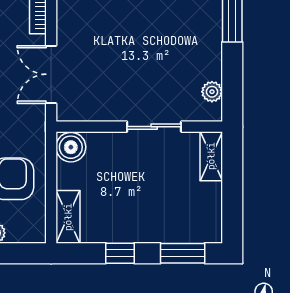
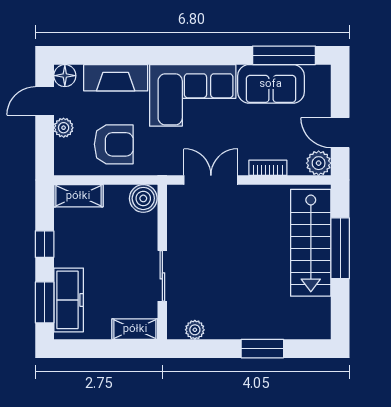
freezer: (180, 227) -> (69, 300), added

